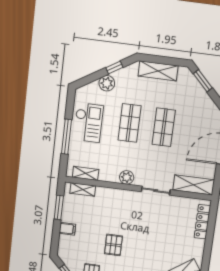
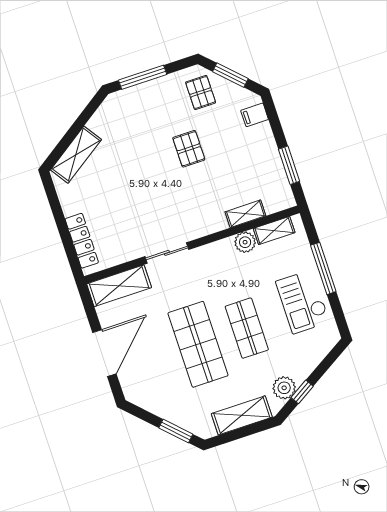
plant: (107, 83) -> (284, 388), moved
shop shelf: (164, 127) -> (198, 344), width x1.43, depth x1.36
plant: (127, 177) -> (245, 242), moved
shelving: (83, 189) -> (245, 214), moved
filing cabinet: (67, 229) -> (255, 115), moved

